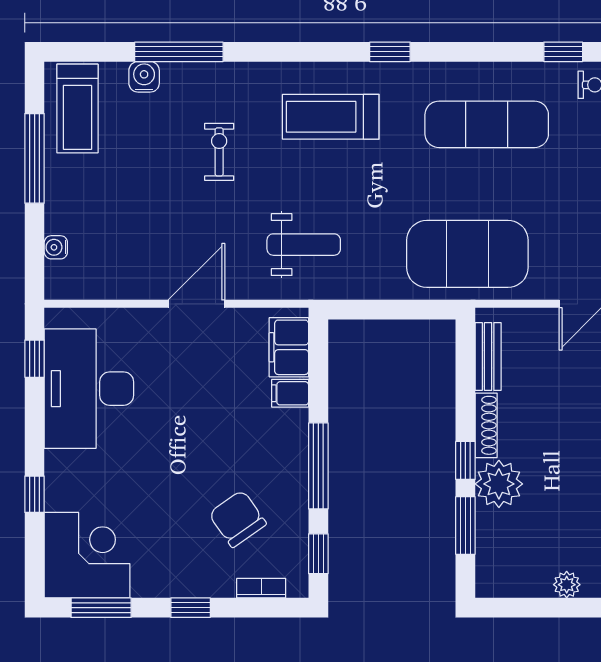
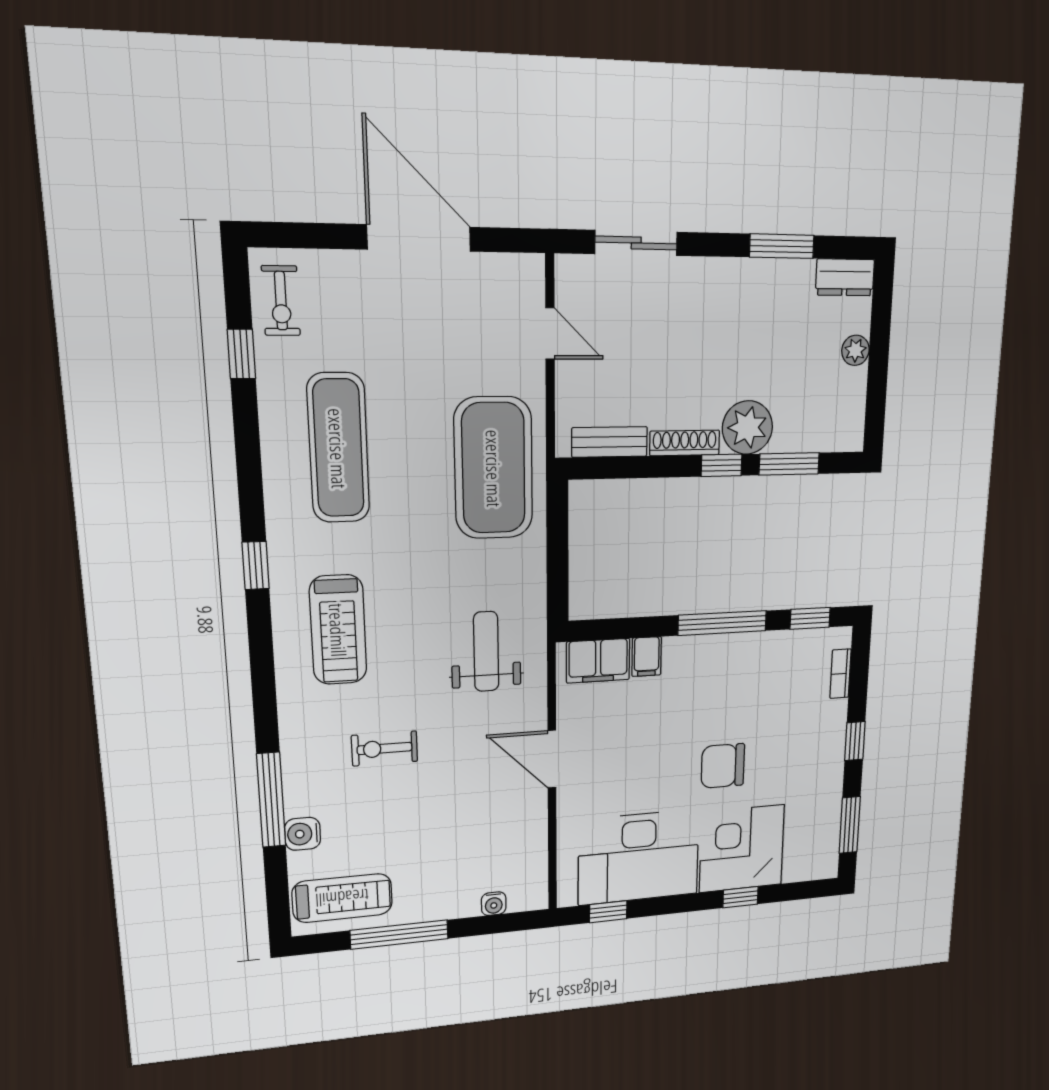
chair: (238, 519) -> (723, 766), moved, turned 35
corner desk: (87, 555) -> (742, 849), moved

